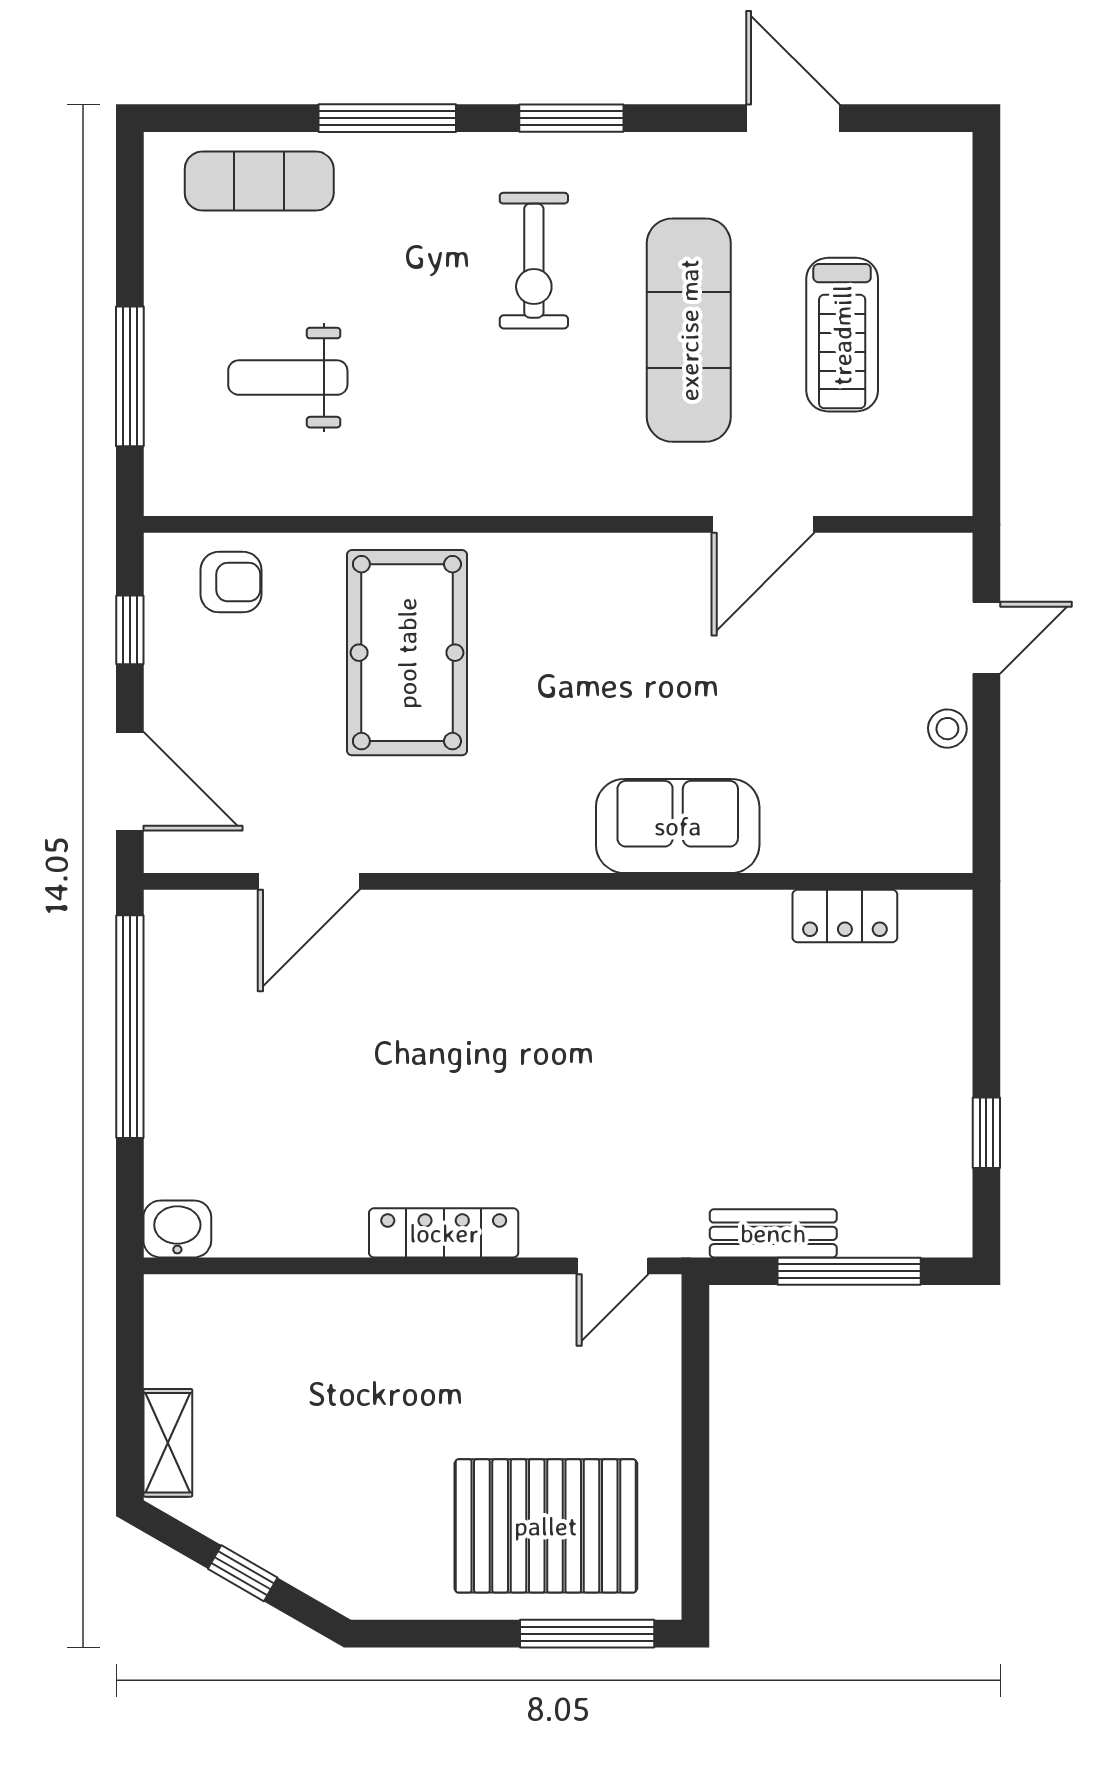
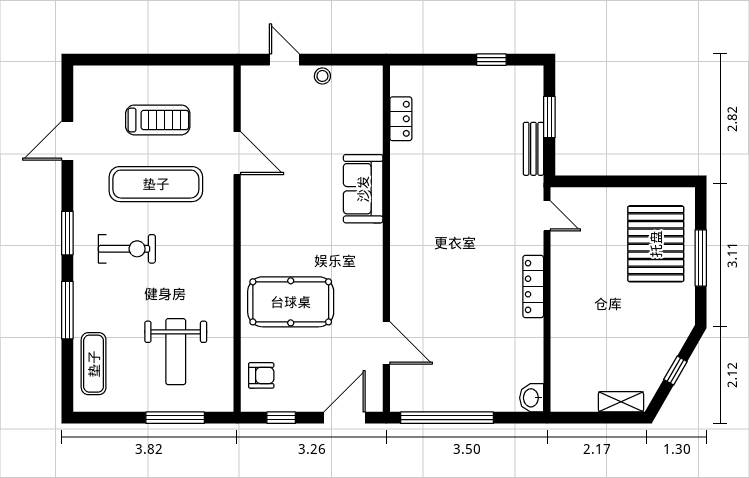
weight bench: (288, 378) -> (176, 352), width x1.36, depth x1.33
armchair: (231, 582) -> (261, 375), turned 90
window: (849, 1271) -> (549, 117), width x0.69
window: (587, 1634) -> (701, 258), moved

